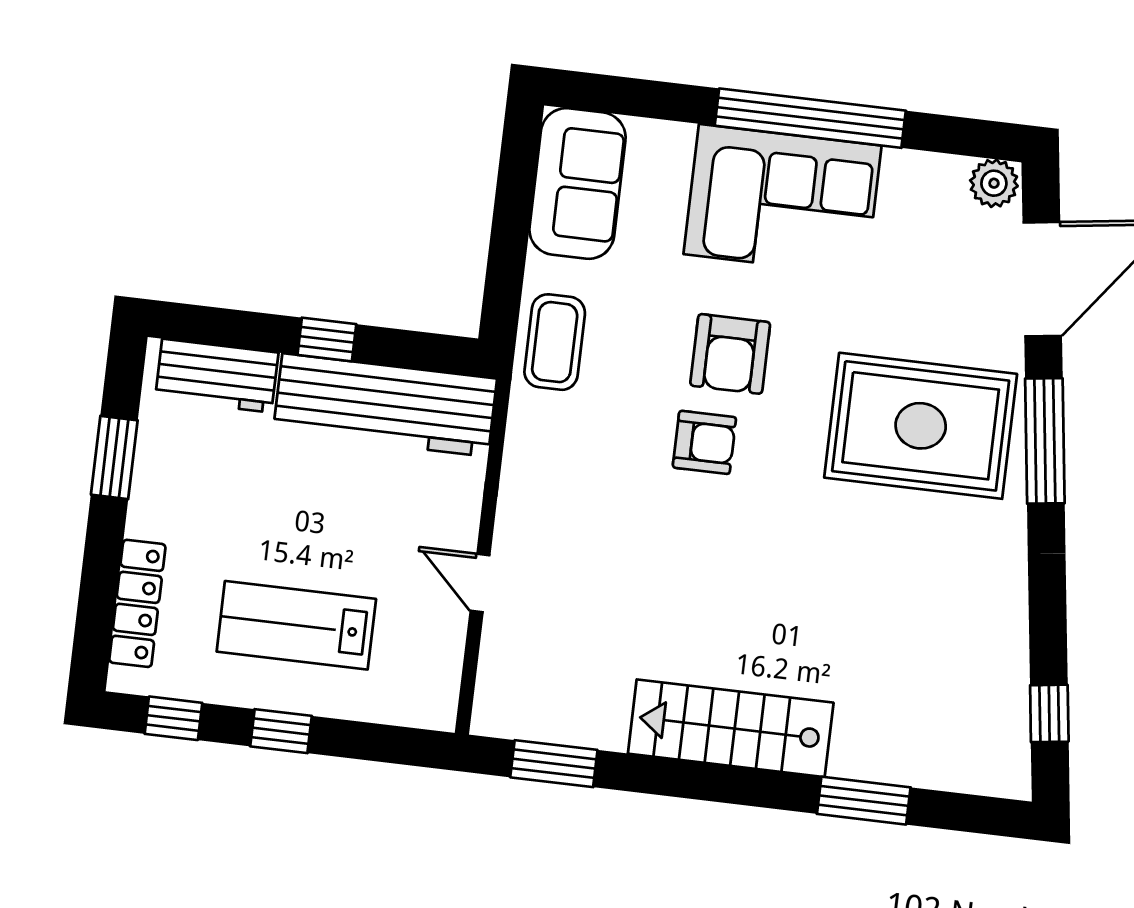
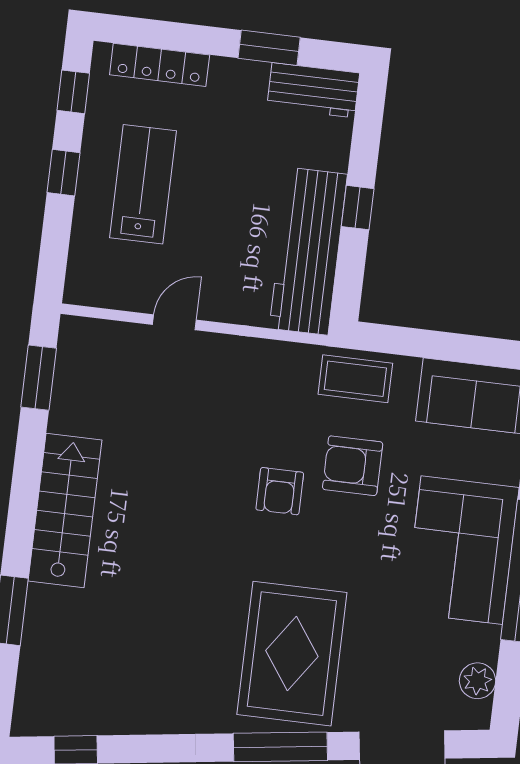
plant: (994, 183) -> (478, 681), moved
armchair: (730, 354) -> (353, 466), moved
workbench: (217, 376) -> (313, 90), moved, turned -90

